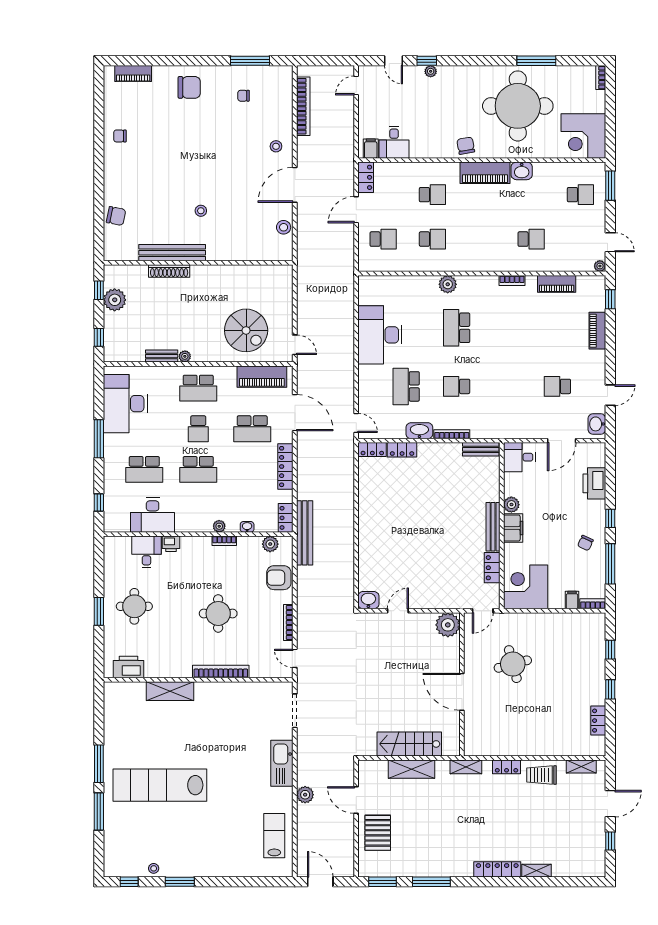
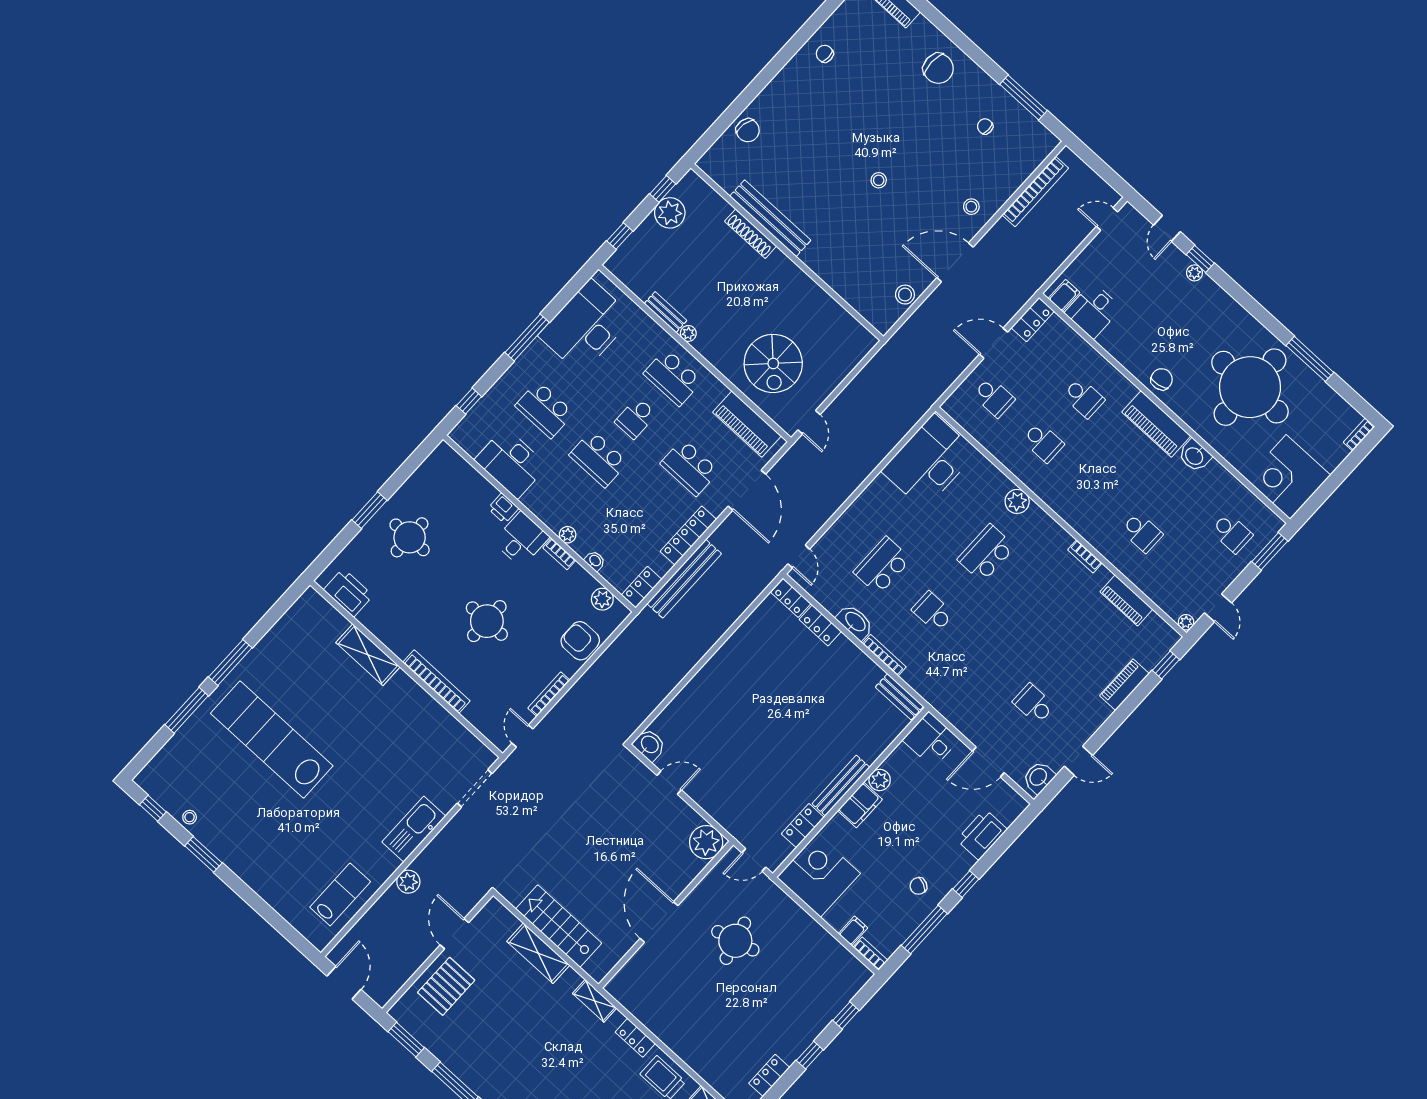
stool: (201, 211) -> (879, 180), moved
desk: (380, 335) -> (929, 462), moved
bench: (305, 533) -> (684, 579), moved
desk: (146, 552) -> (521, 539), moved

